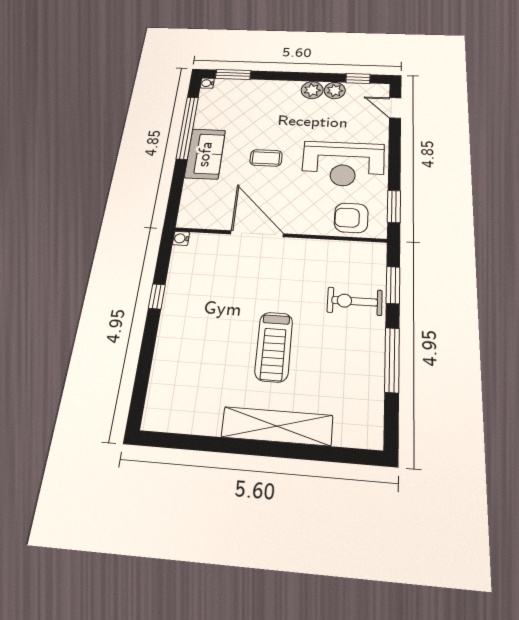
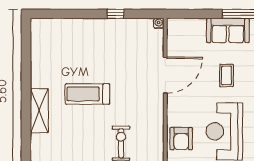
armchair: (351, 218) -> (181, 139), turned 180
shelving: (277, 426) -> (39, 111), width x0.68

